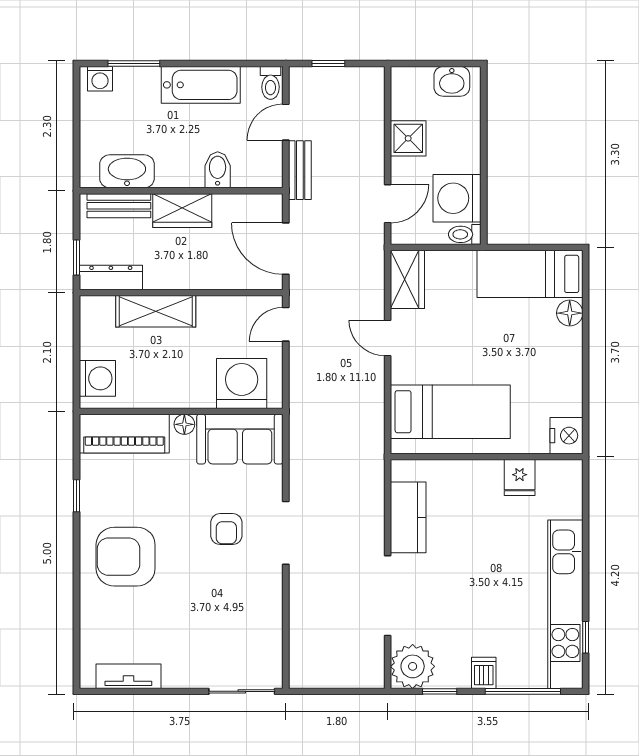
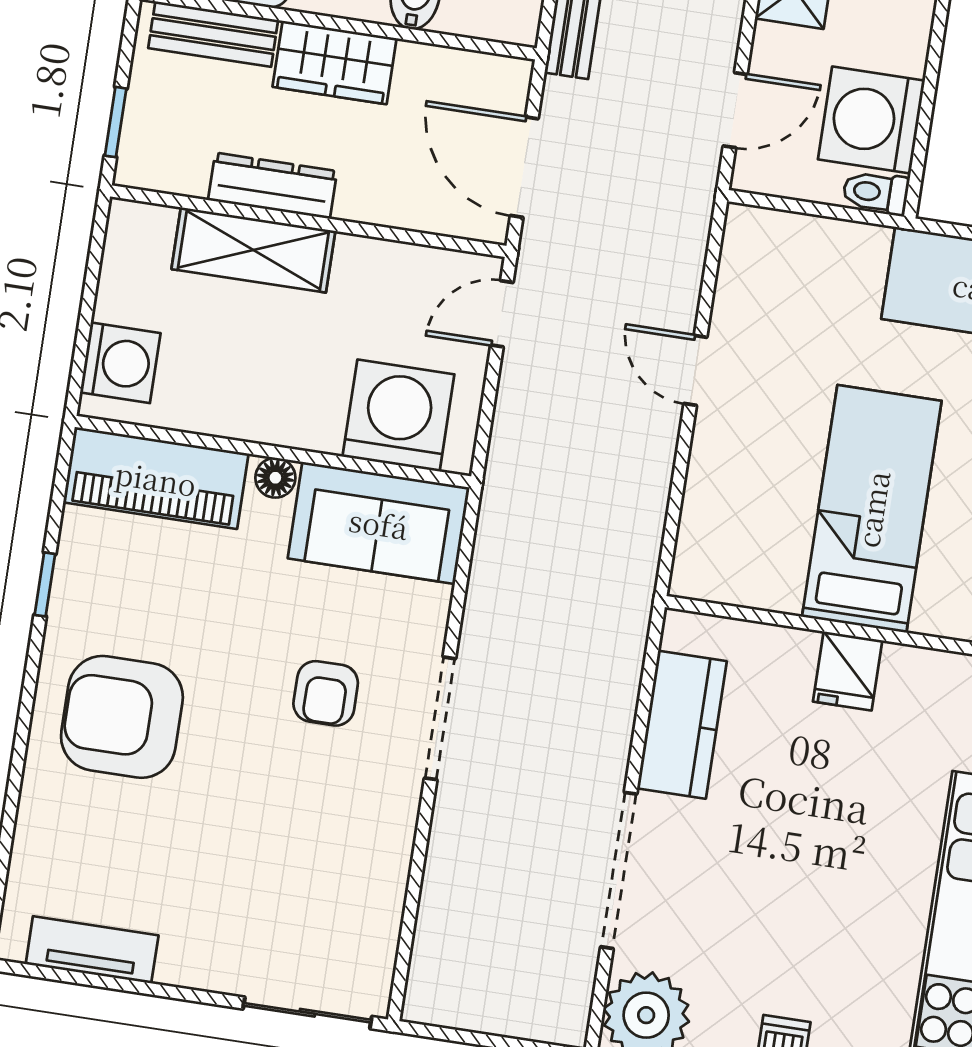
dresser: (111, 277) -> (273, 186), moved
wardrobe: (407, 279) -> (751, 263), removed
bed: (450, 412) -> (872, 509), moved, turned -90
fridge: (520, 478) -> (848, 671), moved

